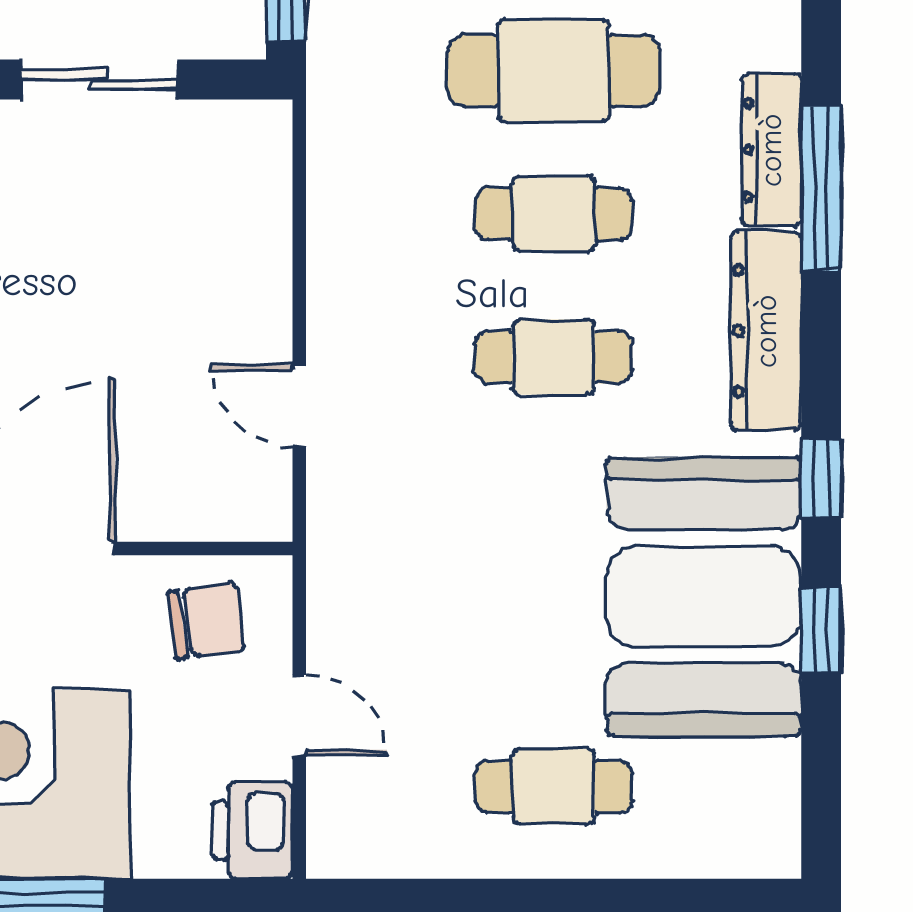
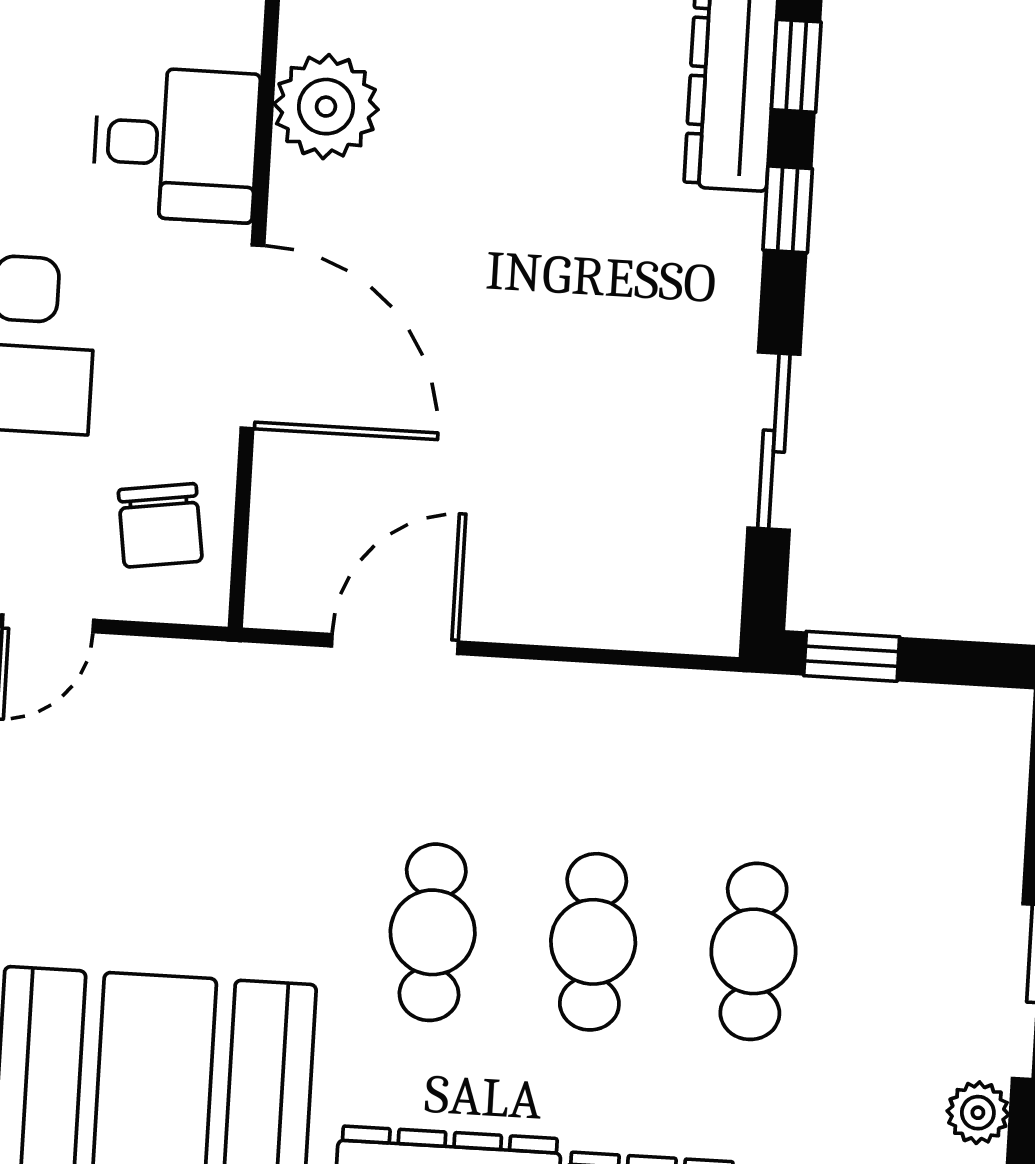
cafe table: (554, 71) -> (754, 951), width x0.73, depth x0.74
door: (299, 406) -> (395, 644), width x1.38

